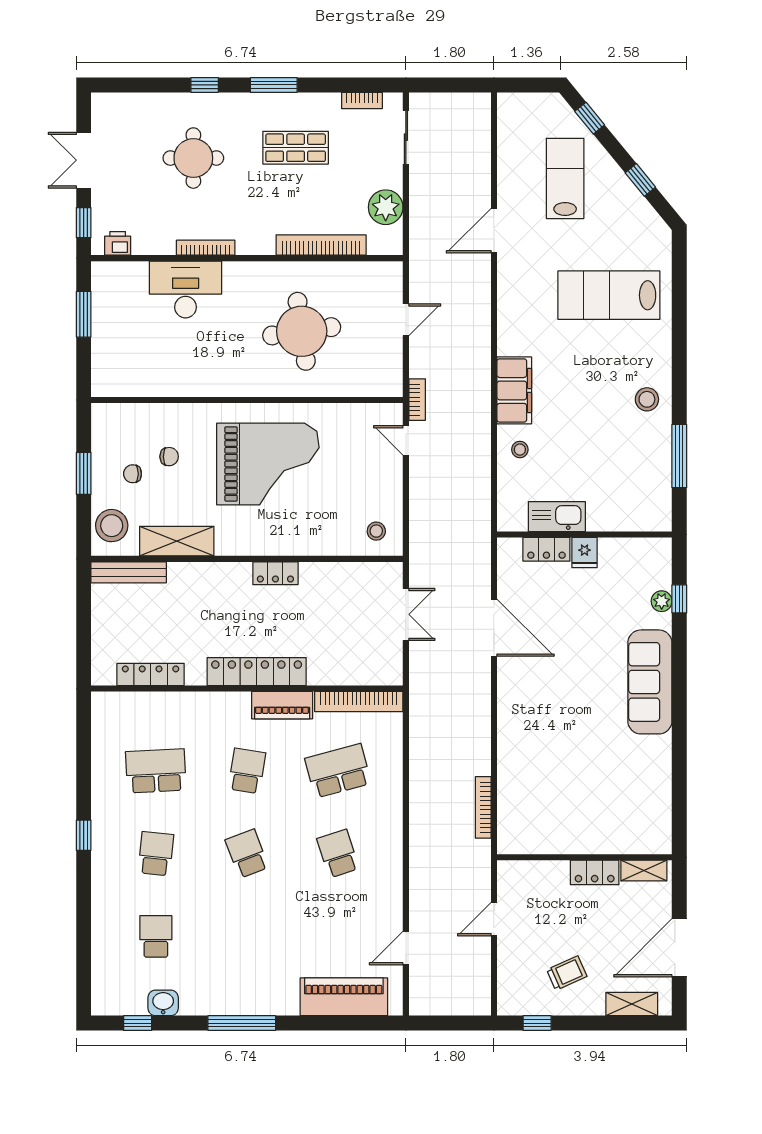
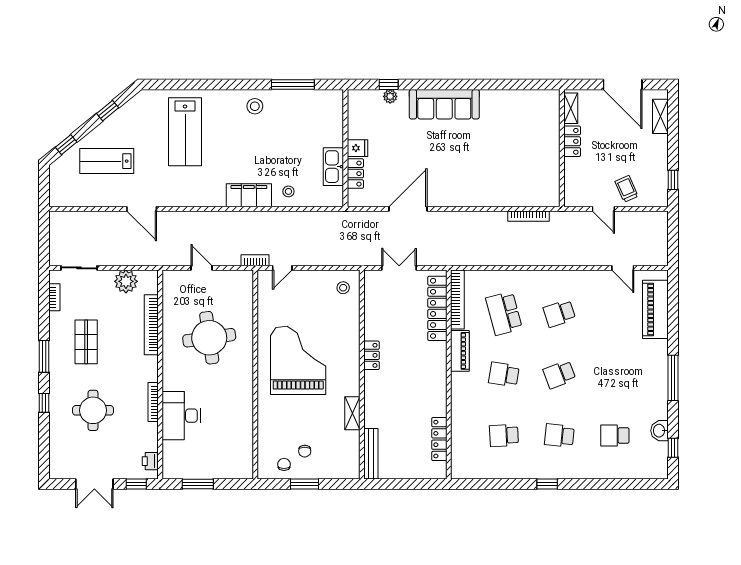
chair: (169, 457) -> (284, 464), moved
stool: (112, 526) -> (339, 465), removed
shelving: (177, 541) -> (352, 413), width x0.67, depth x0.75
locker: (257, 672) -> (437, 308), moved
school desk: (156, 771) -> (504, 435), width x0.54
trolley: (567, 973) -> (627, 189), moved

